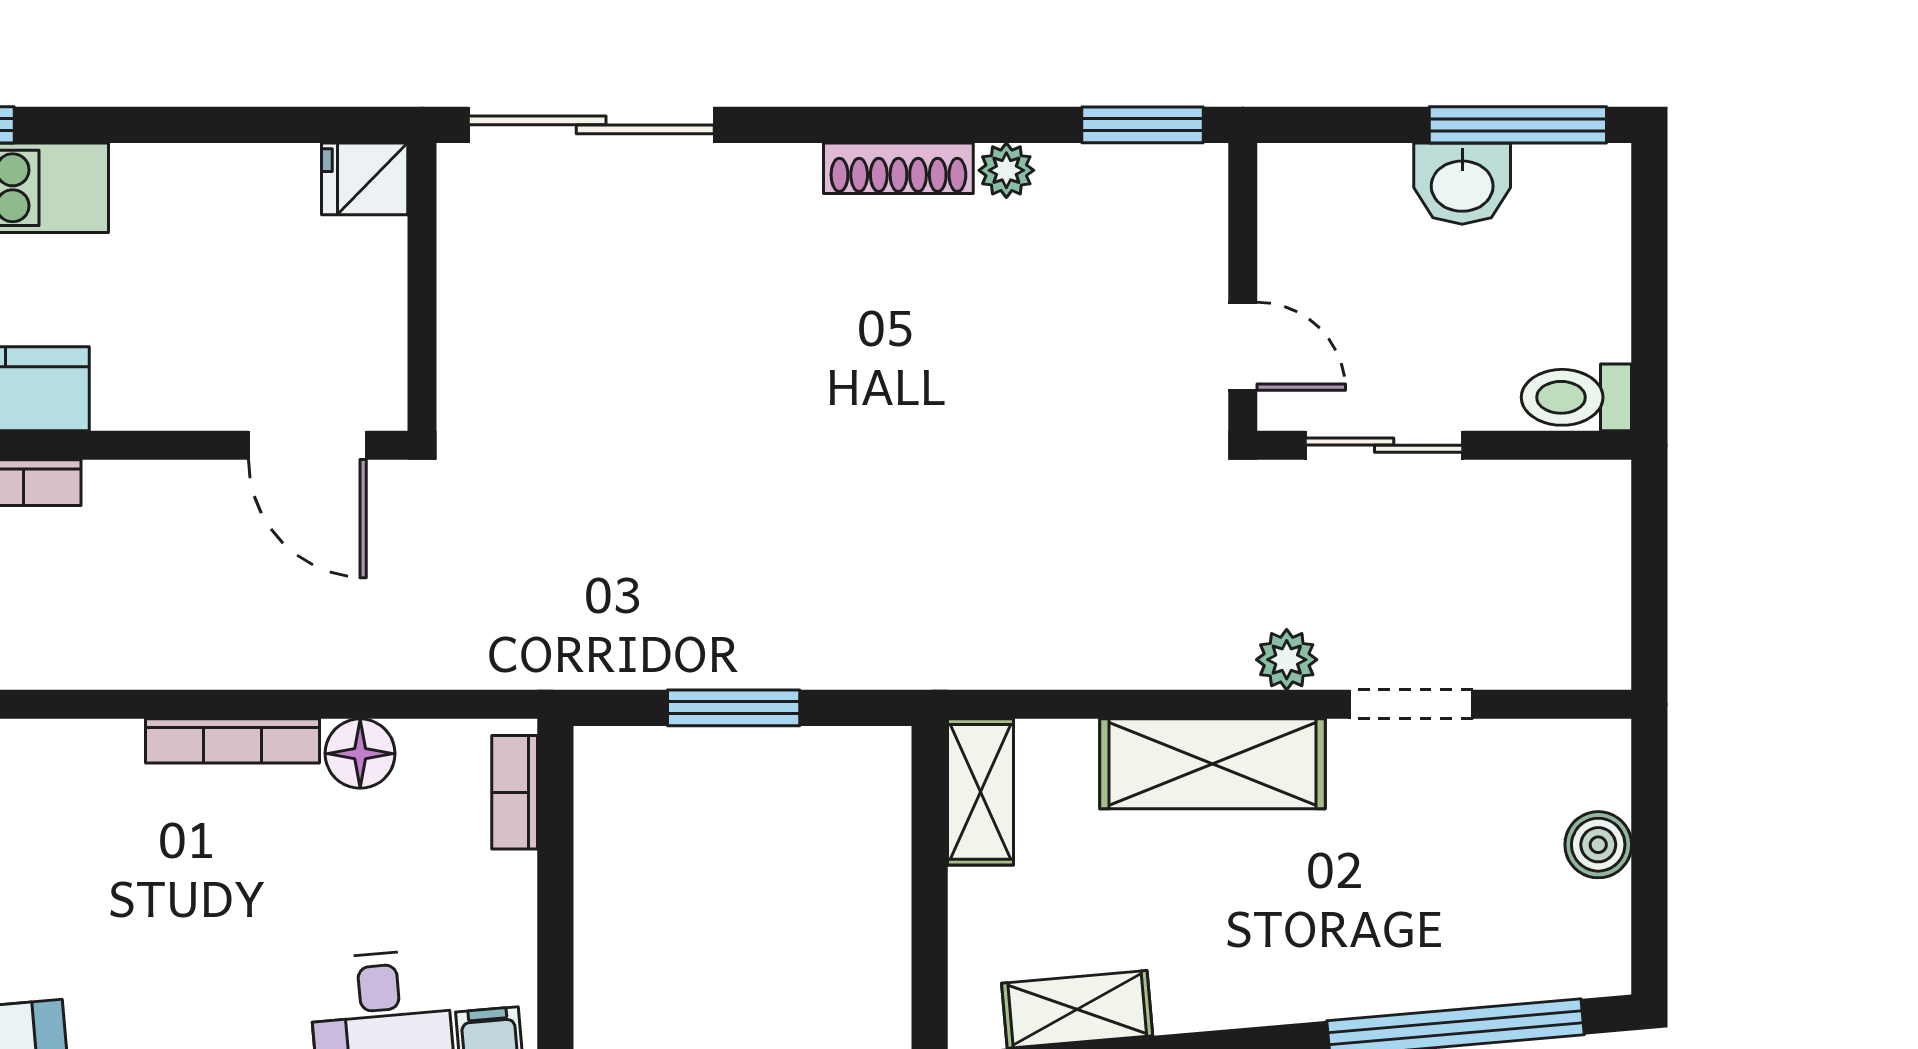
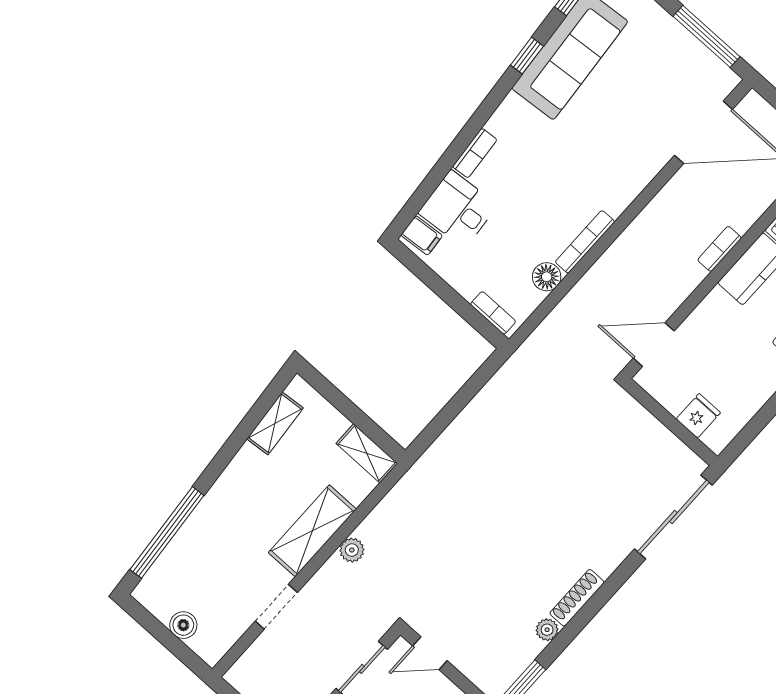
fridge: (365, 179) -> (698, 416), moved
plant: (1287, 660) -> (352, 550), moved
window: (734, 708) -> (459, 402), removed

